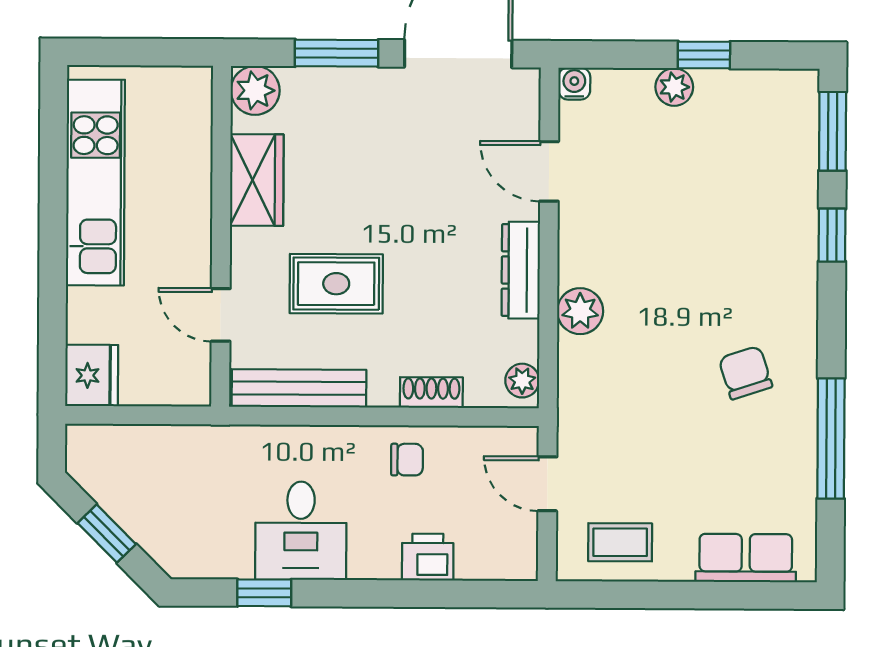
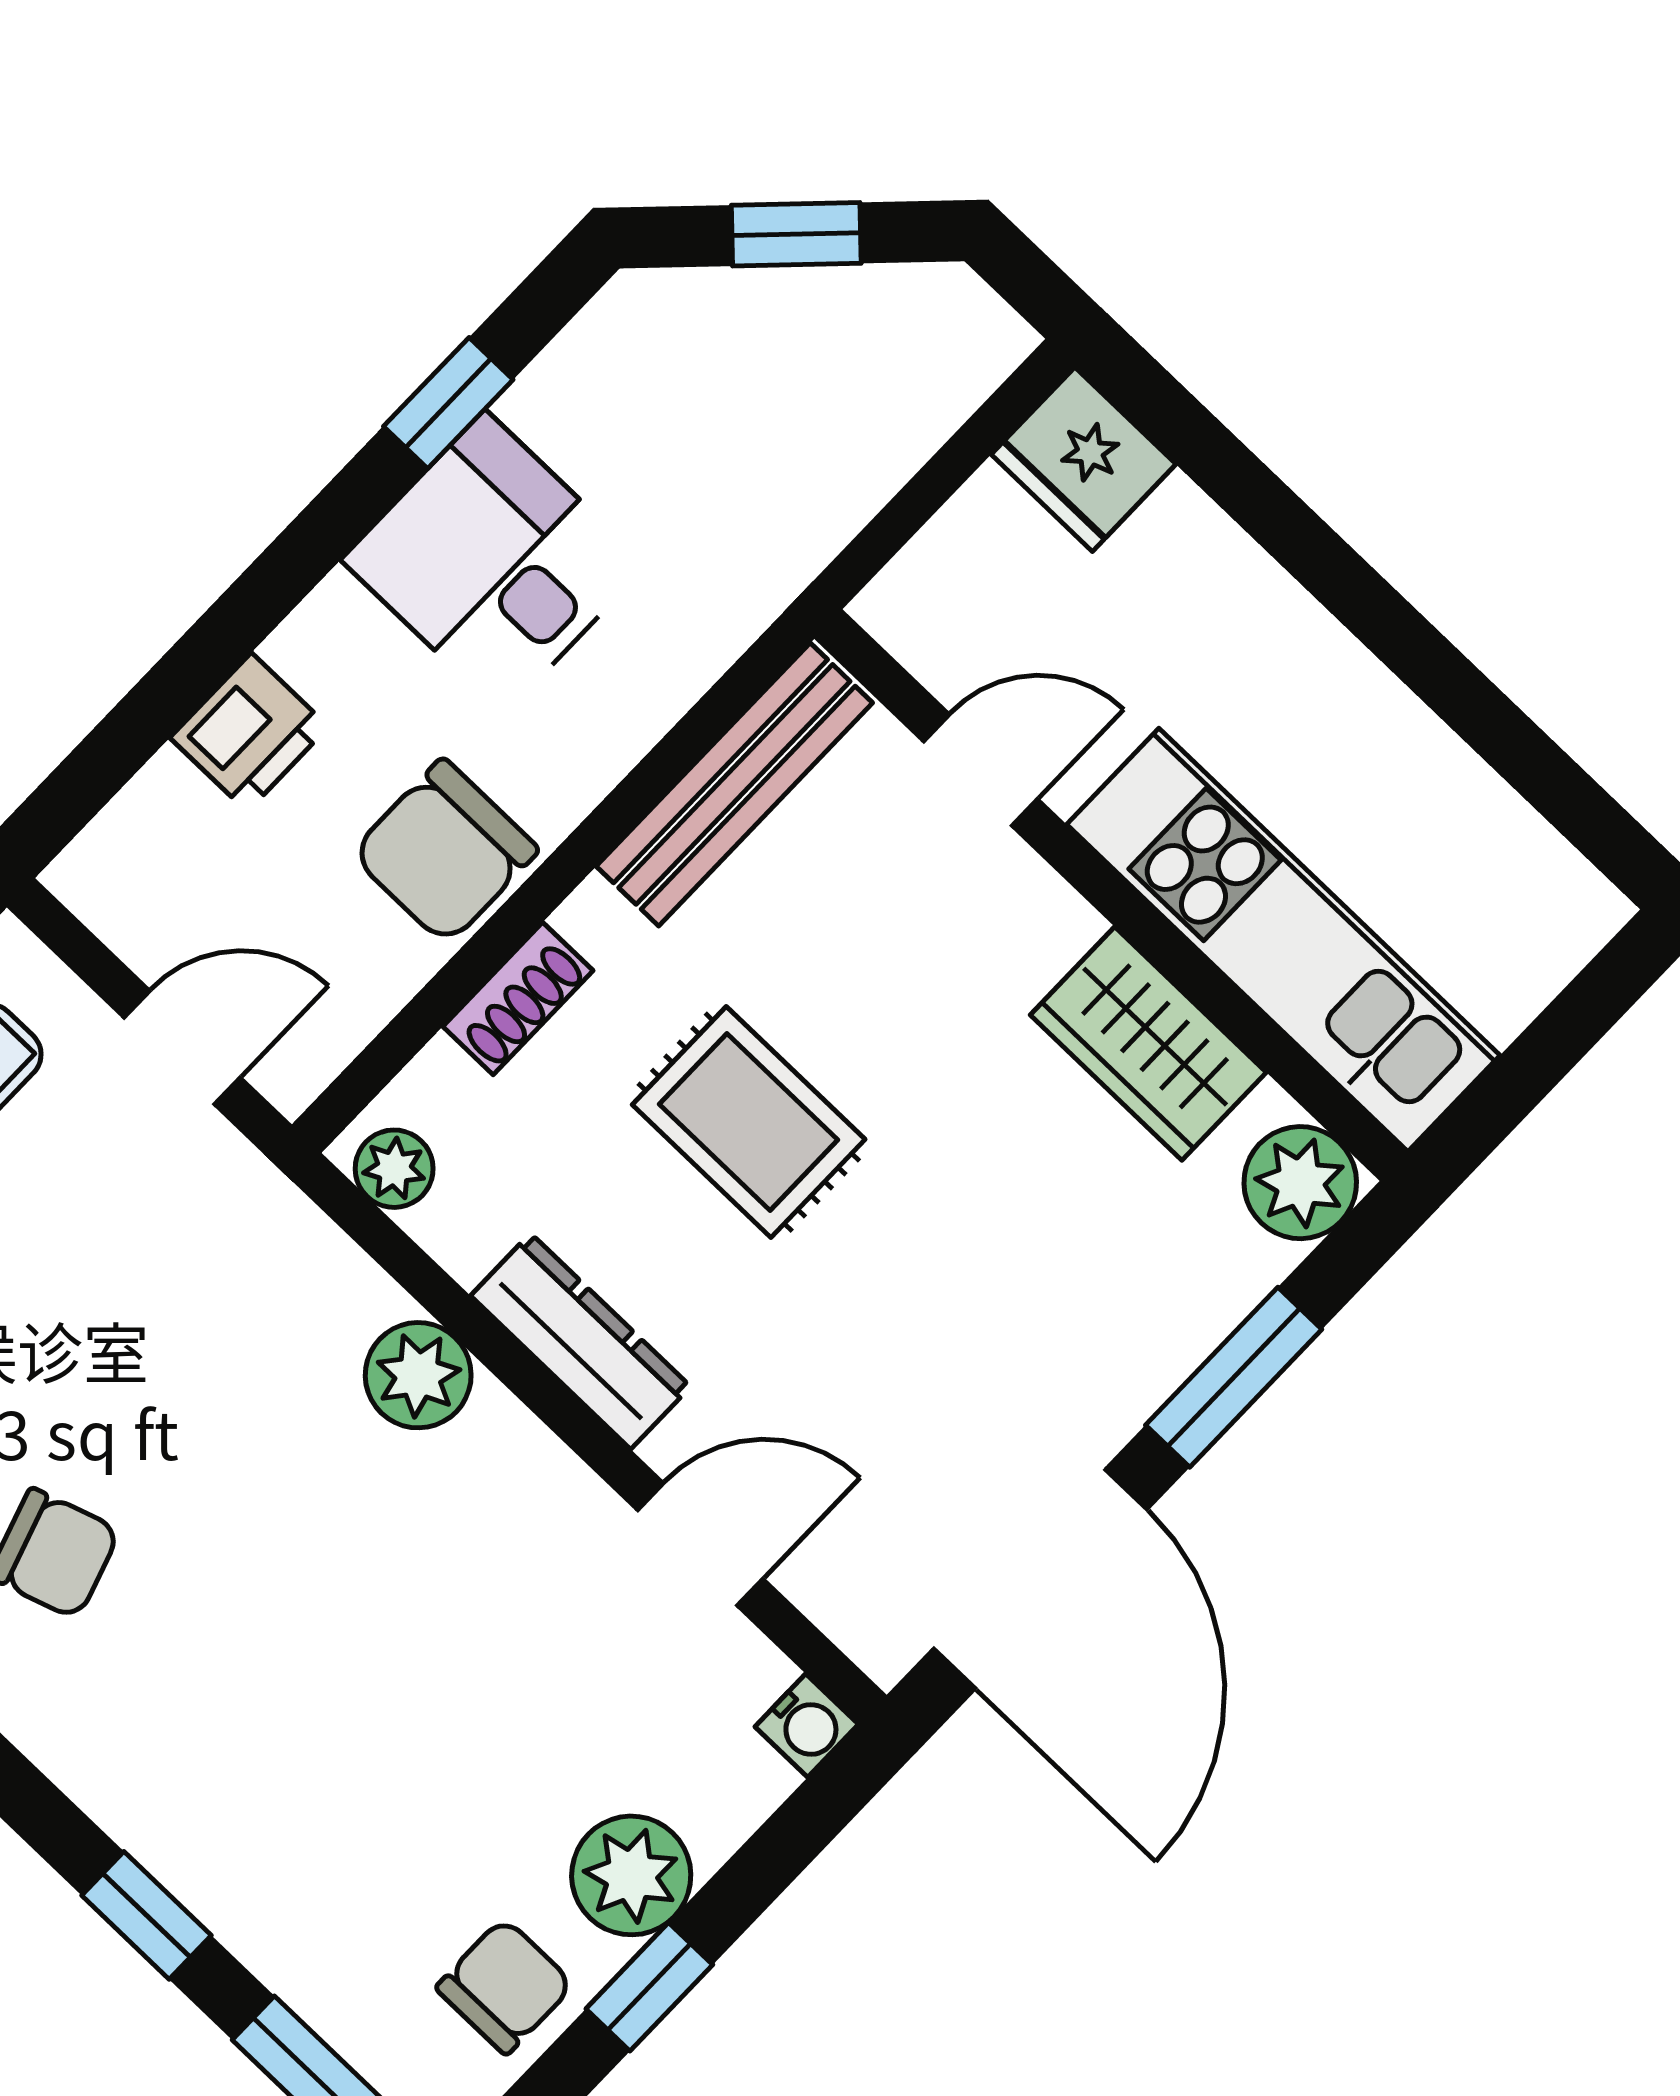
plant: (674, 87) -> (631, 1875), width x1.38, depth x1.38
chair: (747, 101) -> (505, 1986), added
kitchen unit: (95, 183) -> (1283, 940), moved, turned 180
rug: (336, 284) -> (749, 1122), moved, turned 90
chair: (407, 460) -> (445, 852), width x1.87, depth x1.87

